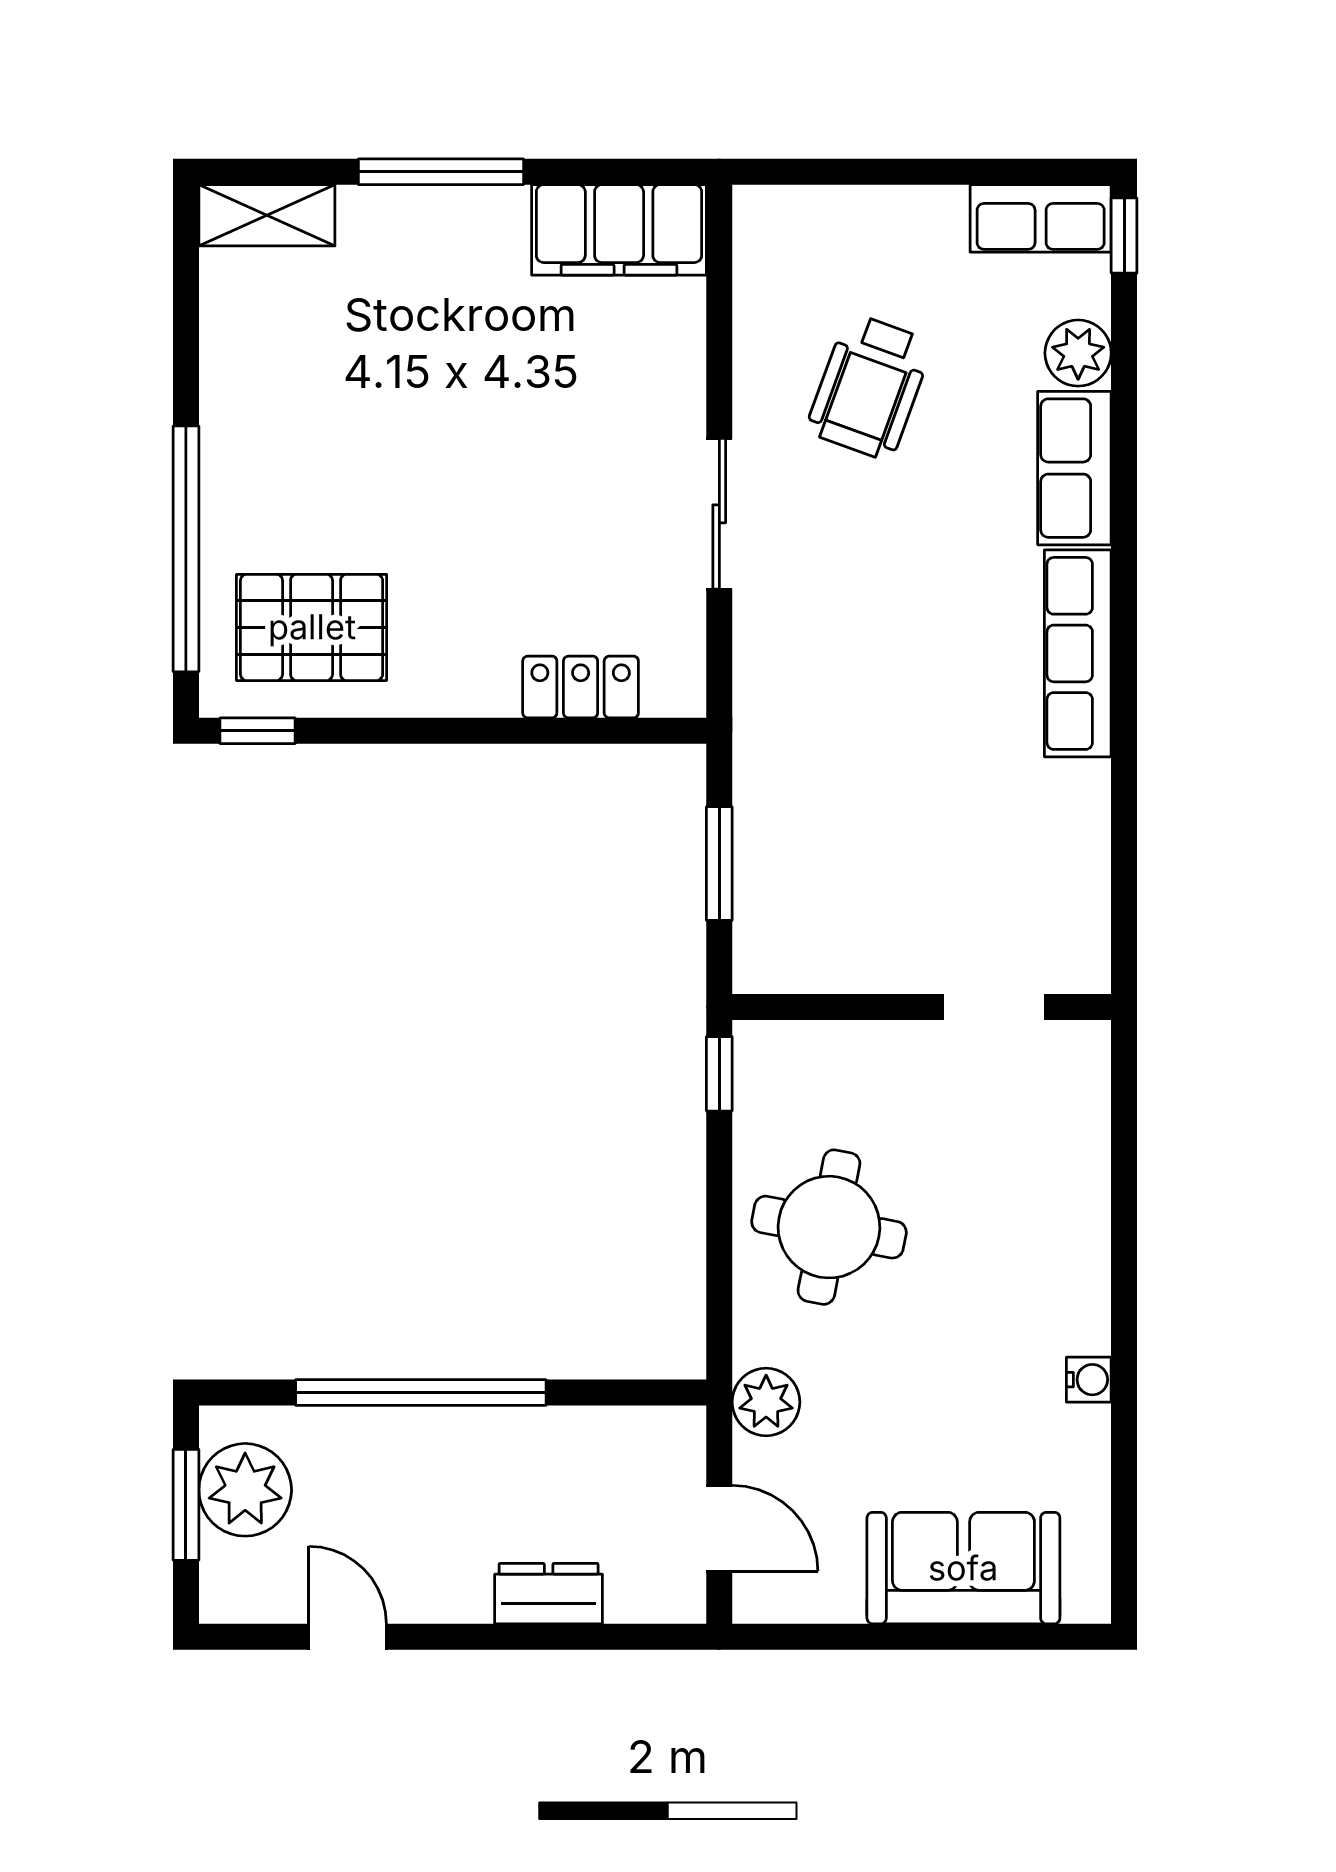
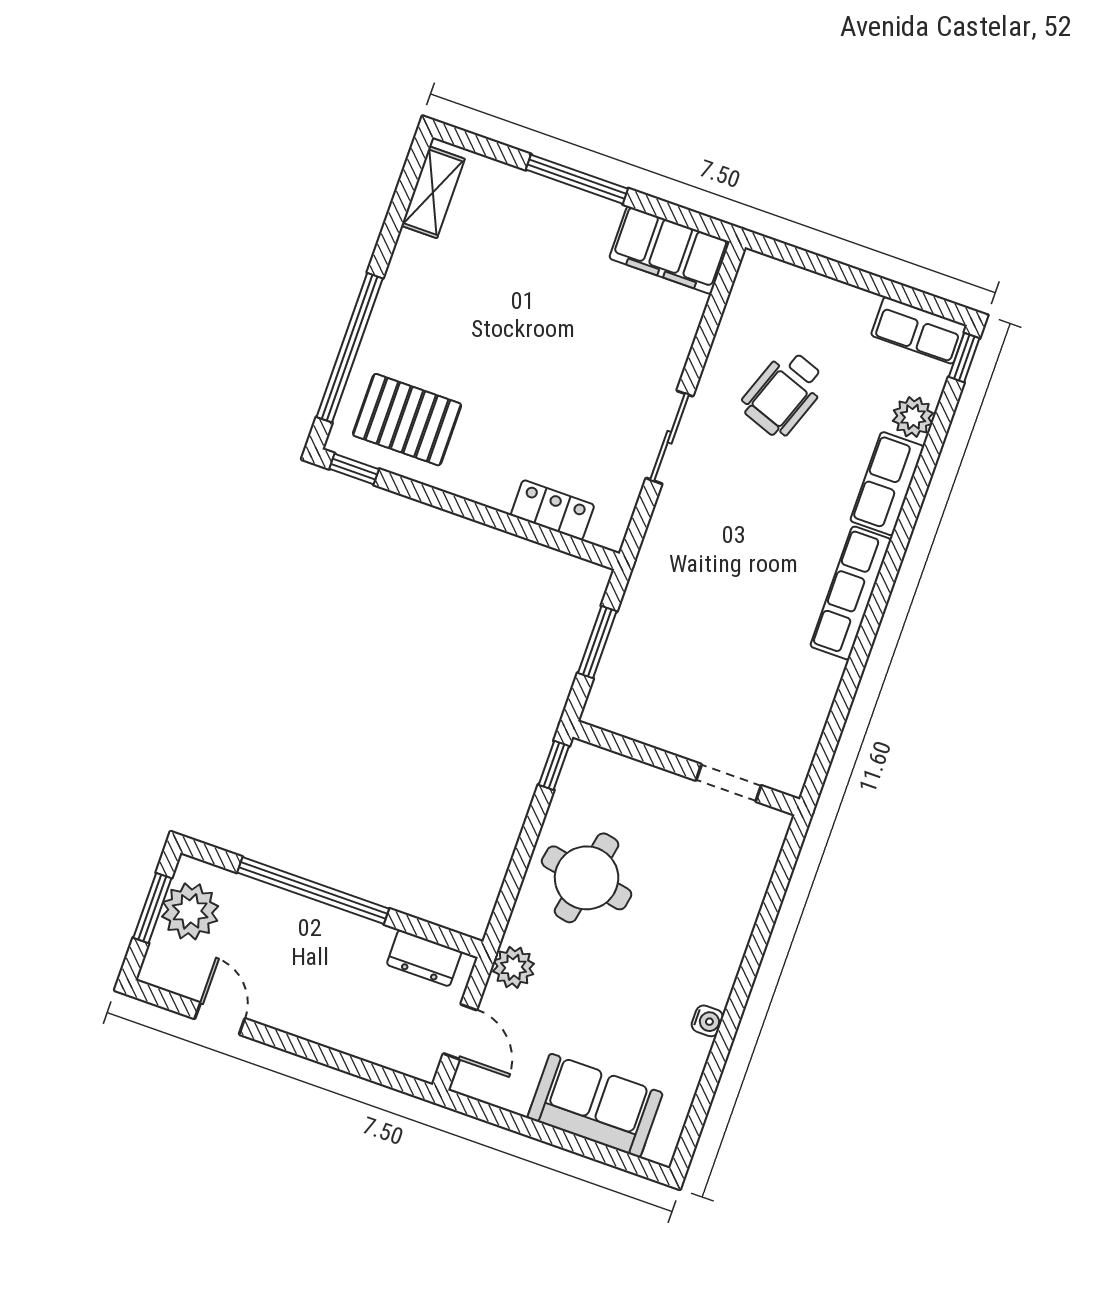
shelving: (267, 215) -> (433, 192), moved, turned 90
dresser: (549, 1594) -> (424, 958), moved, turned 180

